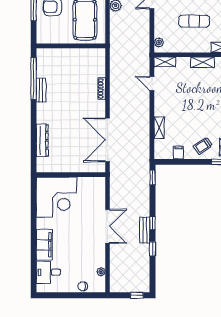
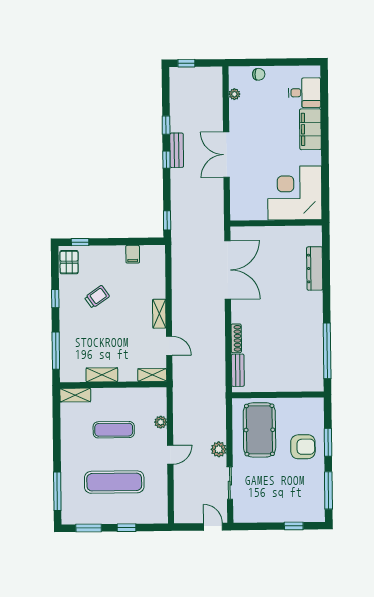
plant: (159, 43) -> (161, 422), moved
bench: (41, 90) -> (238, 370), moved
shelving: (159, 128) -> (159, 314), moved
trolley: (203, 146) -> (97, 297), moved

